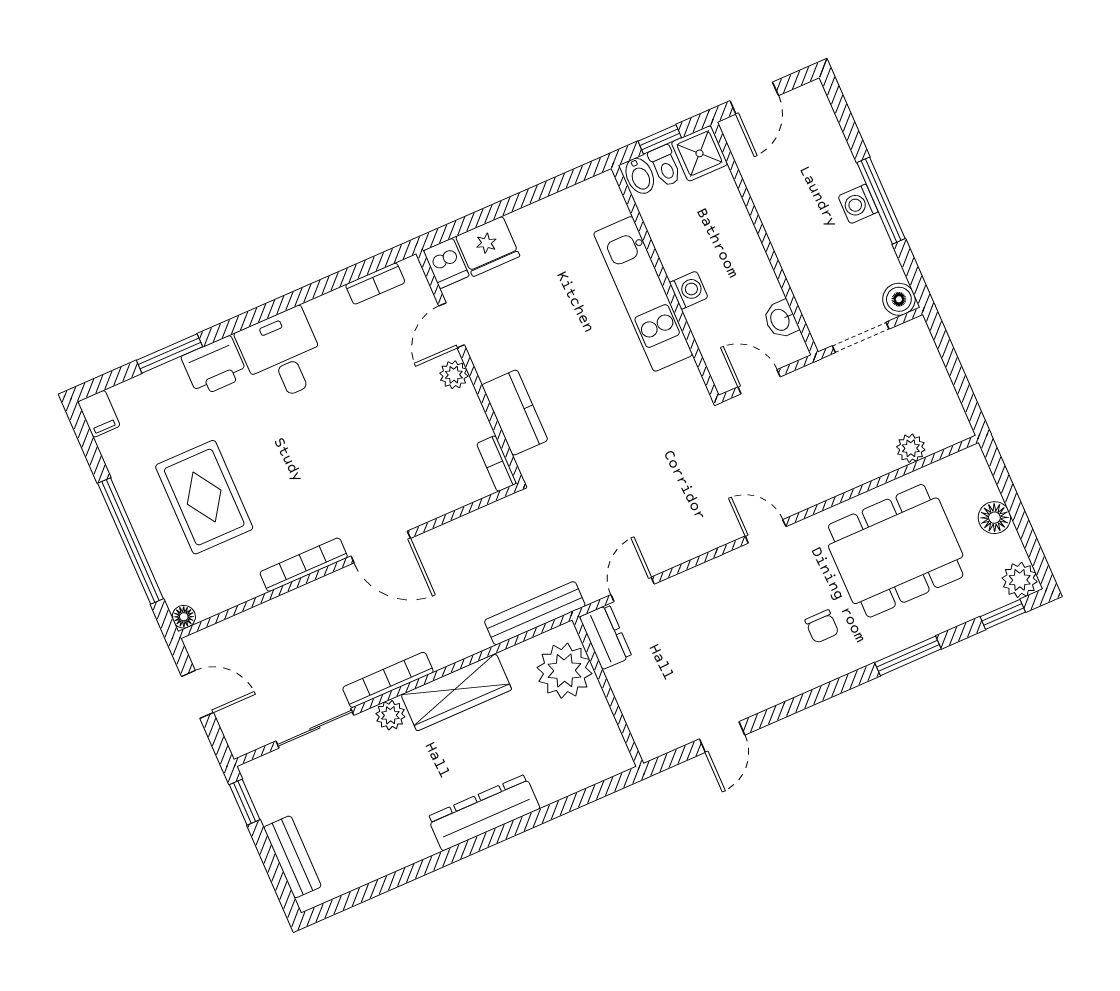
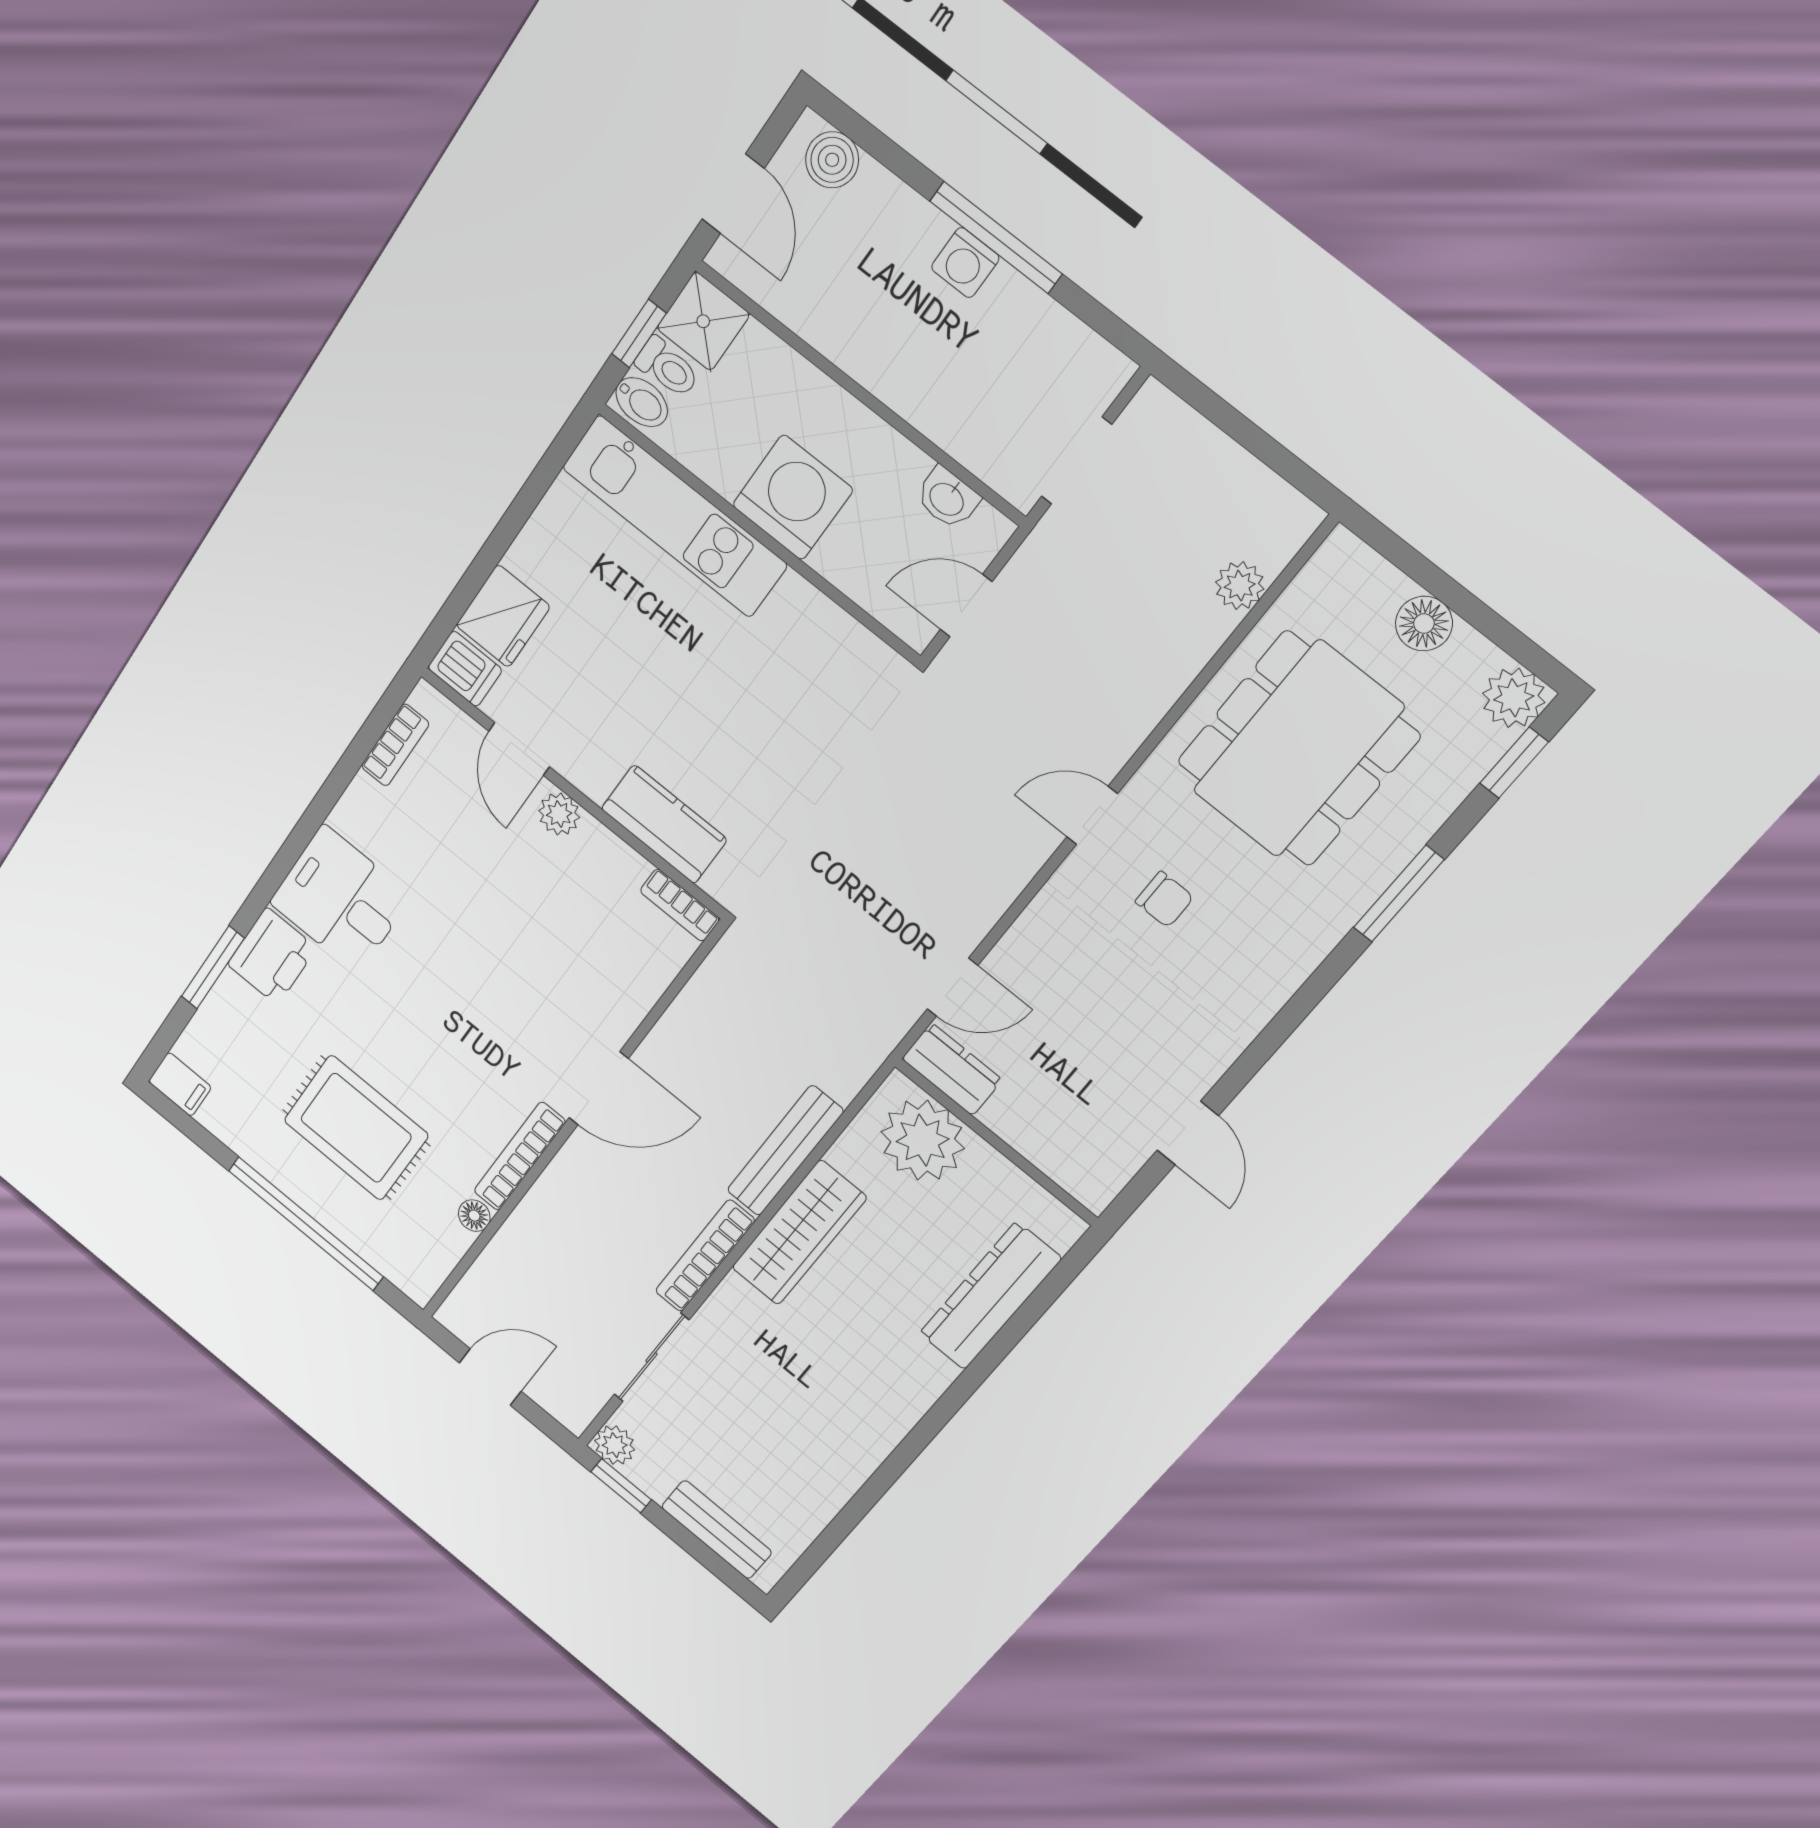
washing machine: (689, 290) -> (793, 497), width x1.89, depth x1.89
kitchen unit: (643, 294) -> (674, 516), moved
boiler: (899, 299) -> (832, 160), moved
door: (633, 589) -> (953, 987), swing flipped
bench: (535, 613) -> (785, 1151), moved
floor lamp: (184, 617) -> (474, 1216), moved
chair: (822, 627) -> (1164, 899), moved
plant: (390, 715) -> (615, 1445), moved
dresser: (484, 813) -> (990, 1296), moved

